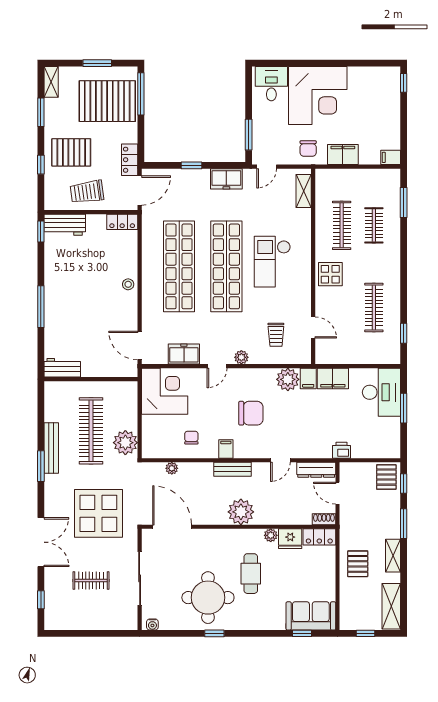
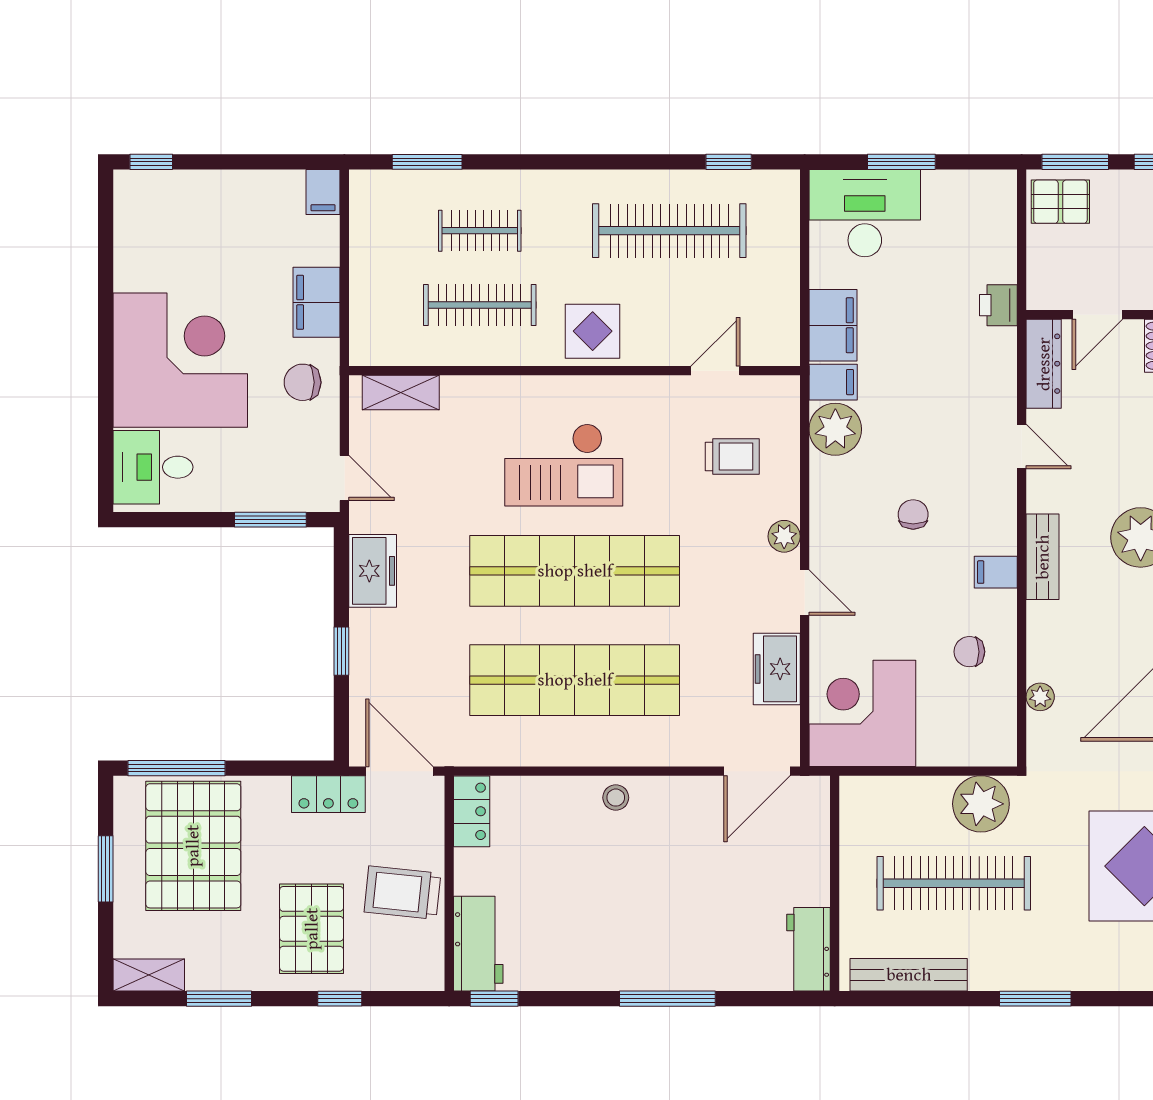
chair: (308, 149) -> (303, 382), turned 180
trolley: (87, 192) -> (402, 893), turned 104
clothes rail: (374, 307) -> (669, 231), width x1.37, depth x1.31
chair: (251, 413) -> (913, 514), width x0.54, depth x0.54
bench: (51, 448) -> (909, 975), moved
window: (404, 483) -> (1075, 162), width x1.50

